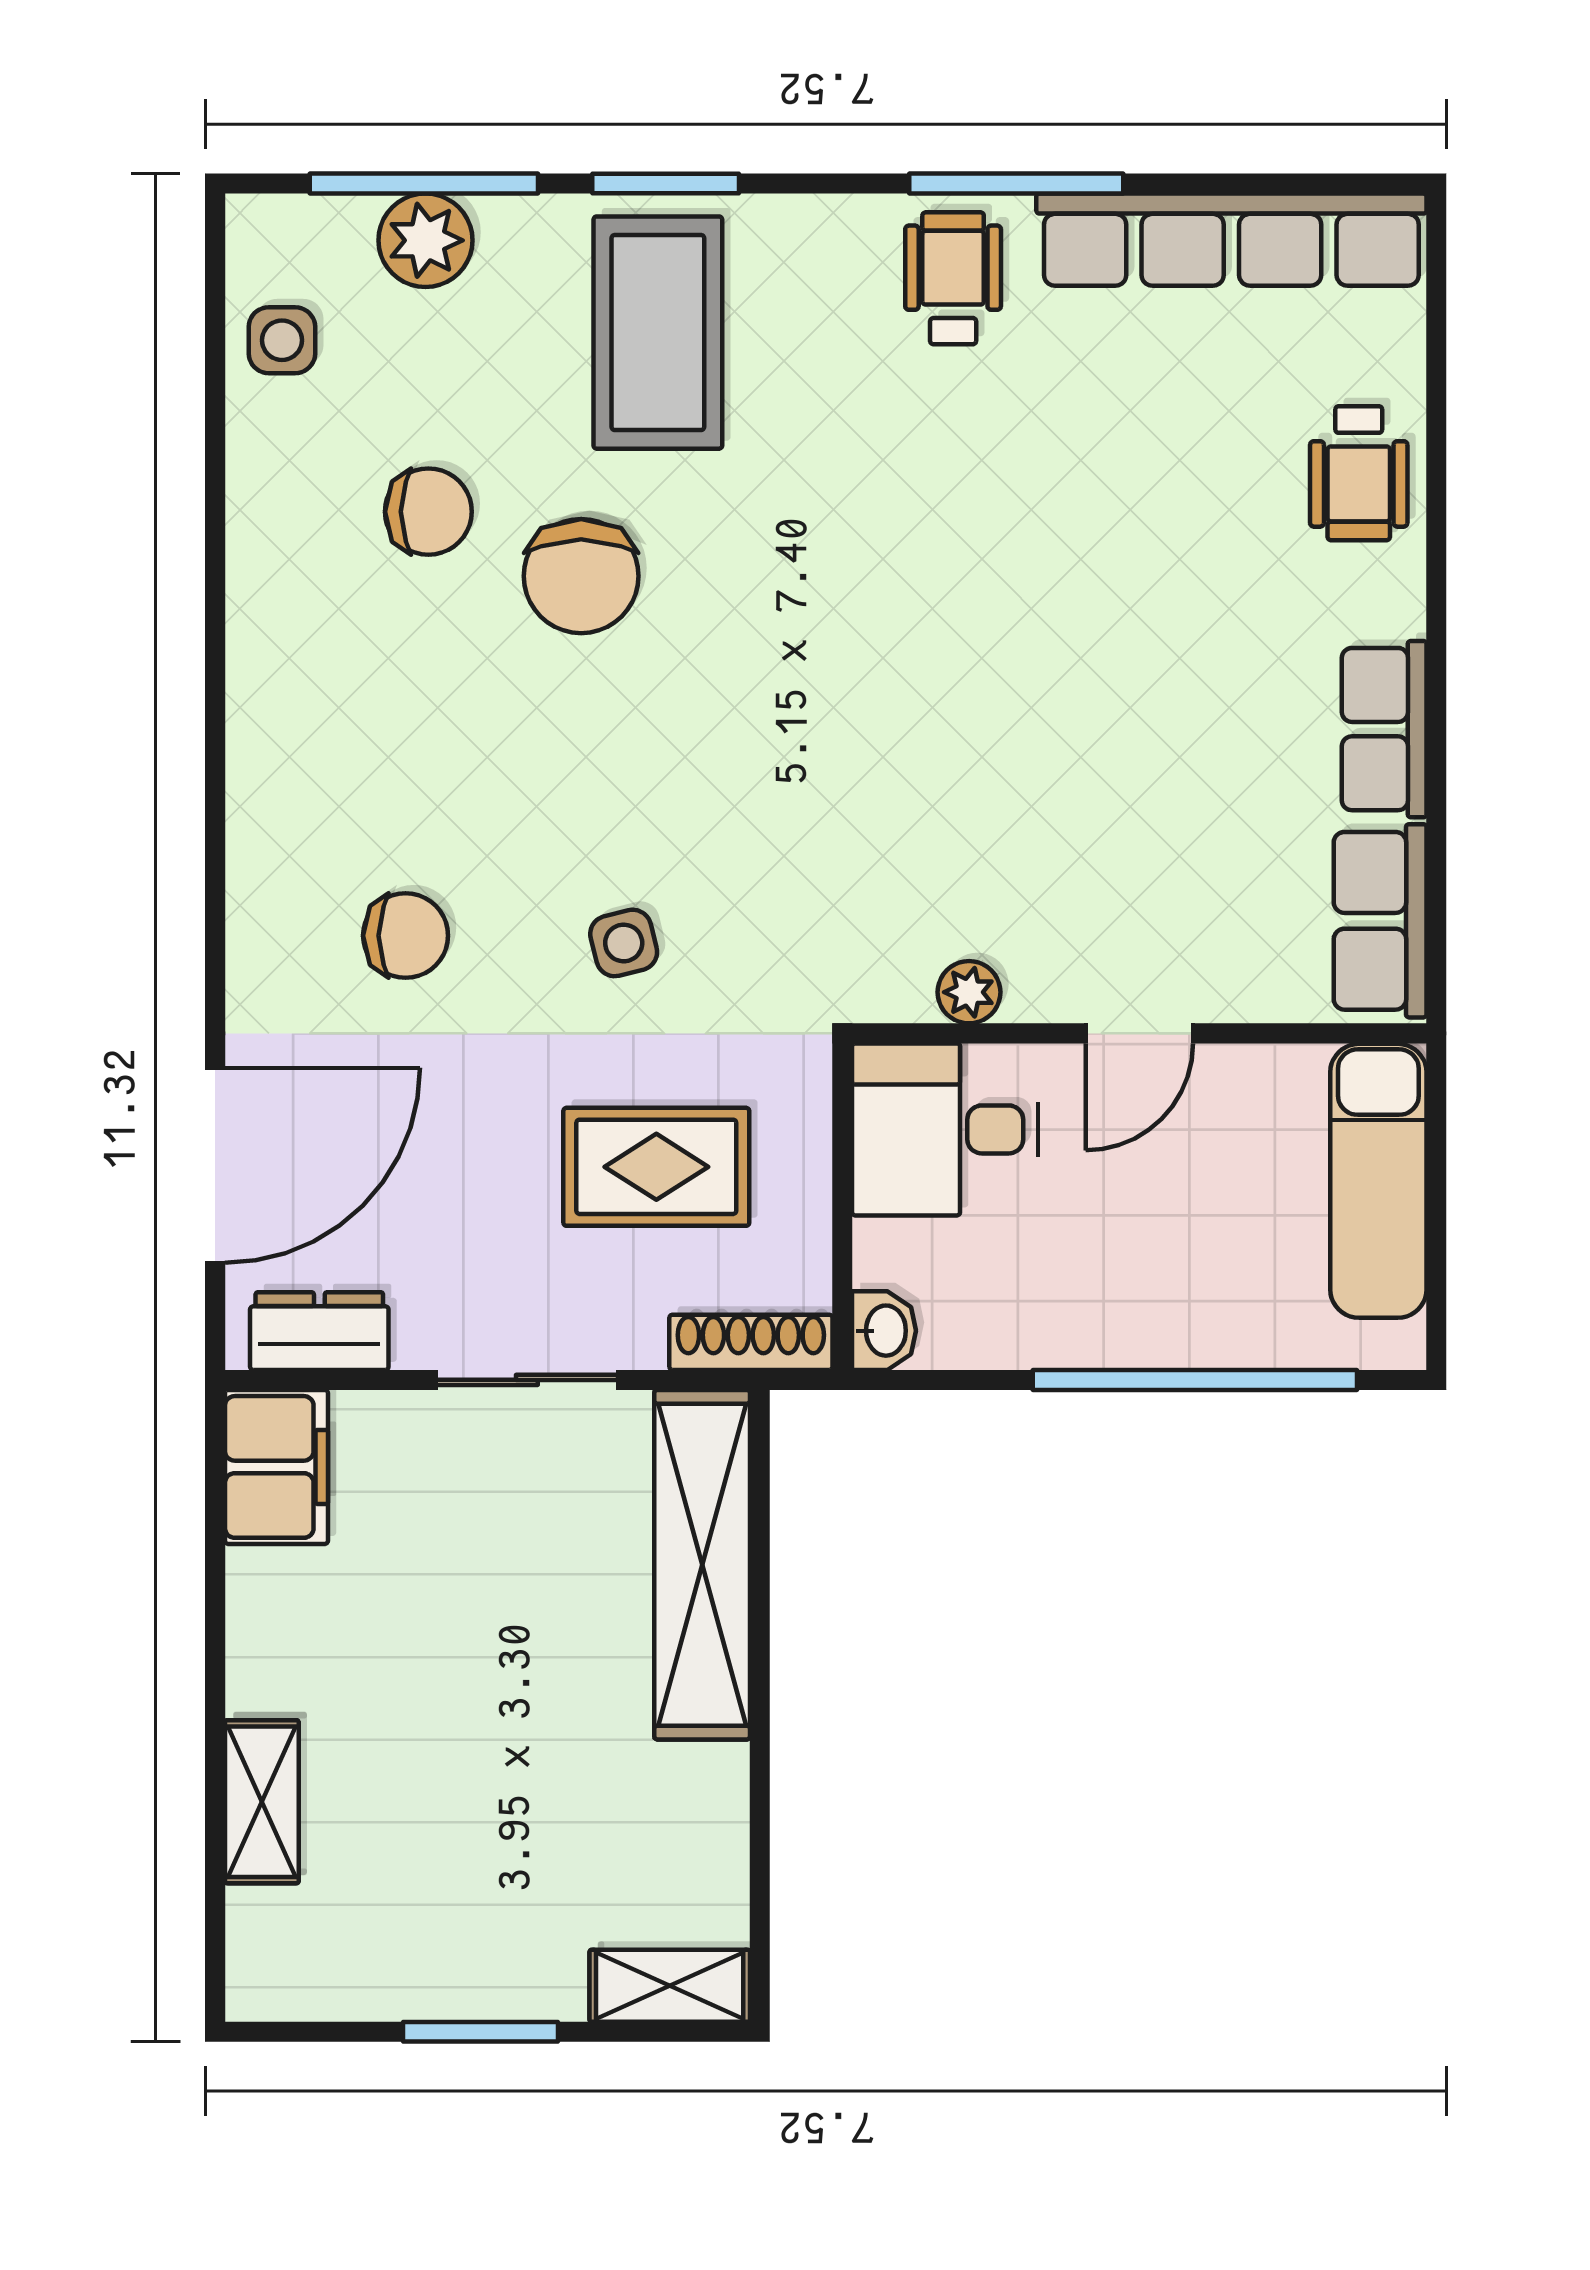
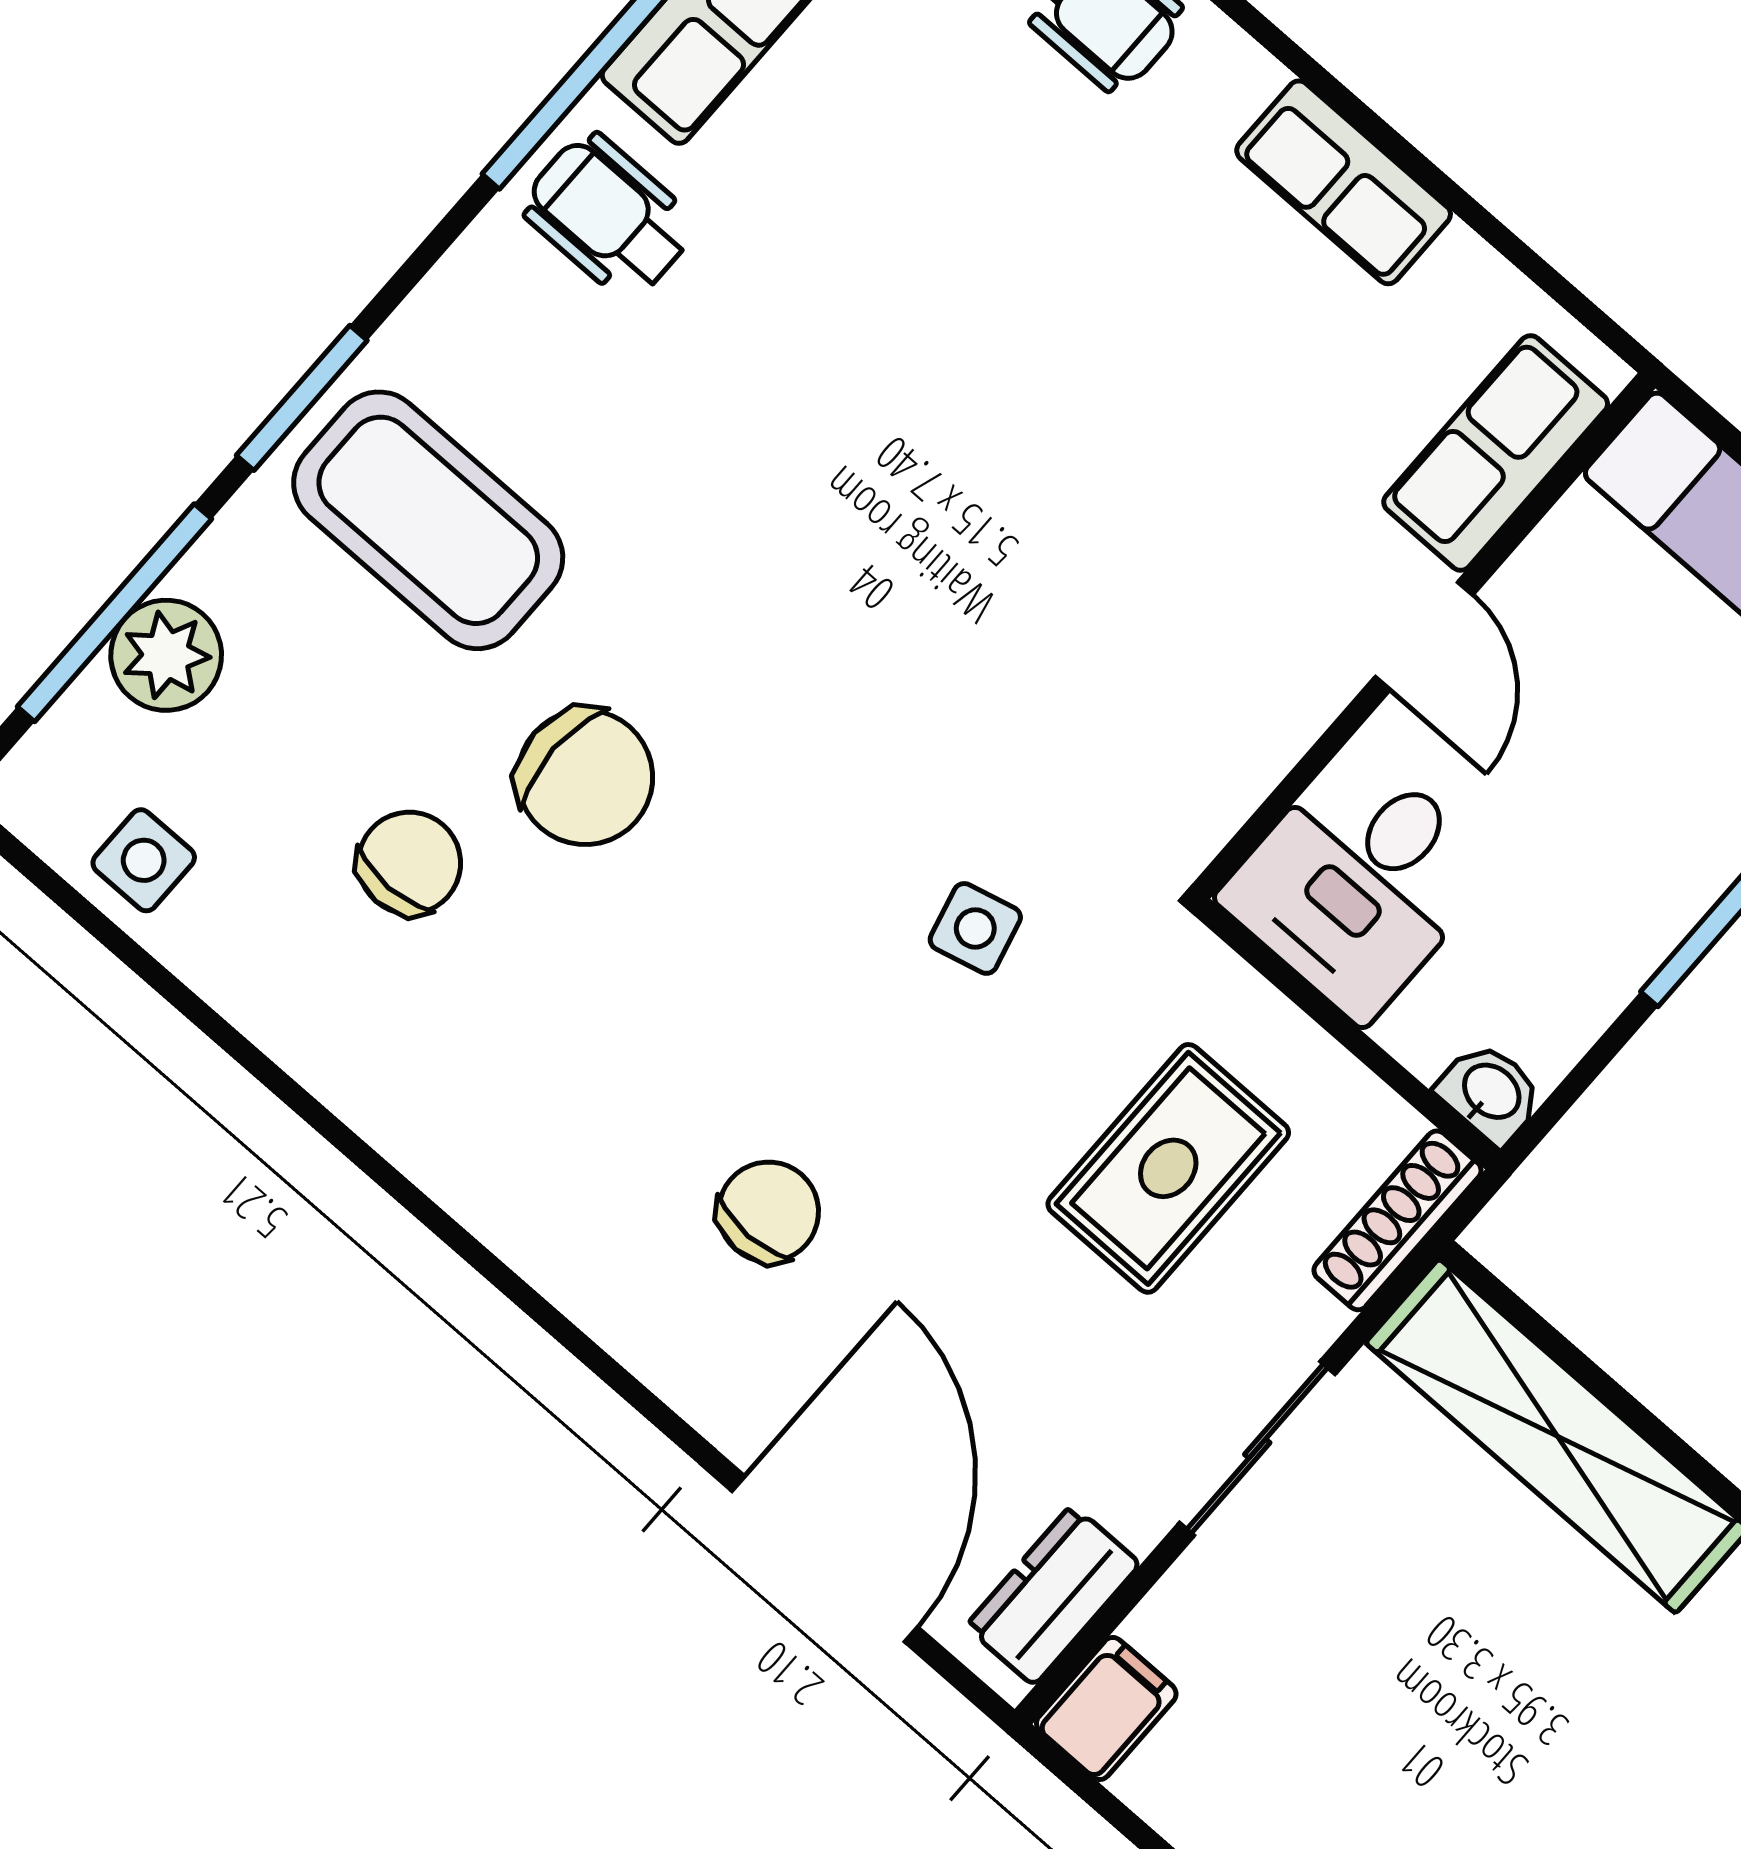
row of seats: (1380, 921) -> (1496, 453), moved, turned 90
side table: (624, 943) -> (975, 928), moved
plant: (969, 992) -> (1255, 755), removed
filing cabinet: (276, 1467) -> (1106, 1709), width x0.50

